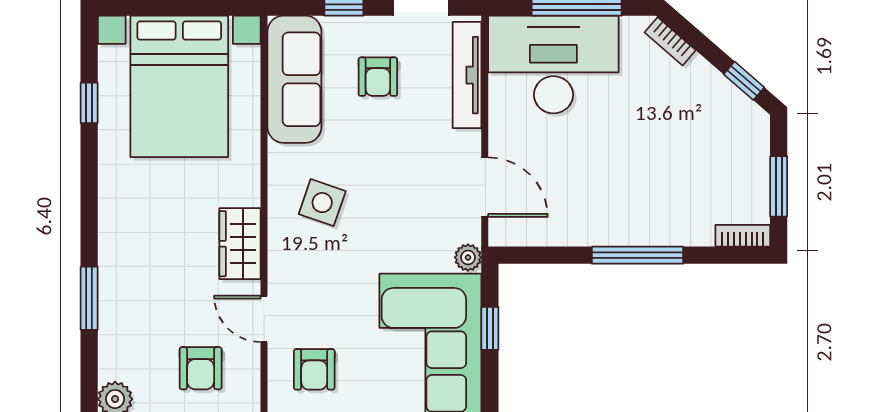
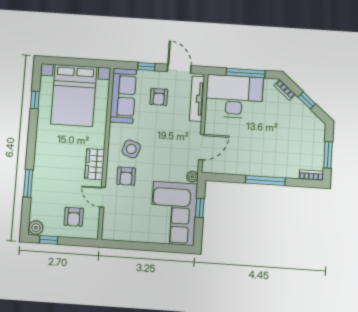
window: (744, 81) -> (307, 100), moved
door: (485, 187) -> (201, 147), hinge flipped
armchair: (314, 369) -> (126, 176), moved

